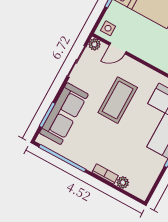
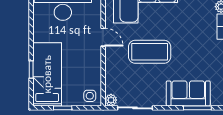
door: (118, 48) -> (103, 37), moved
sofa: (64, 114) -> (188, 93), width x0.73

